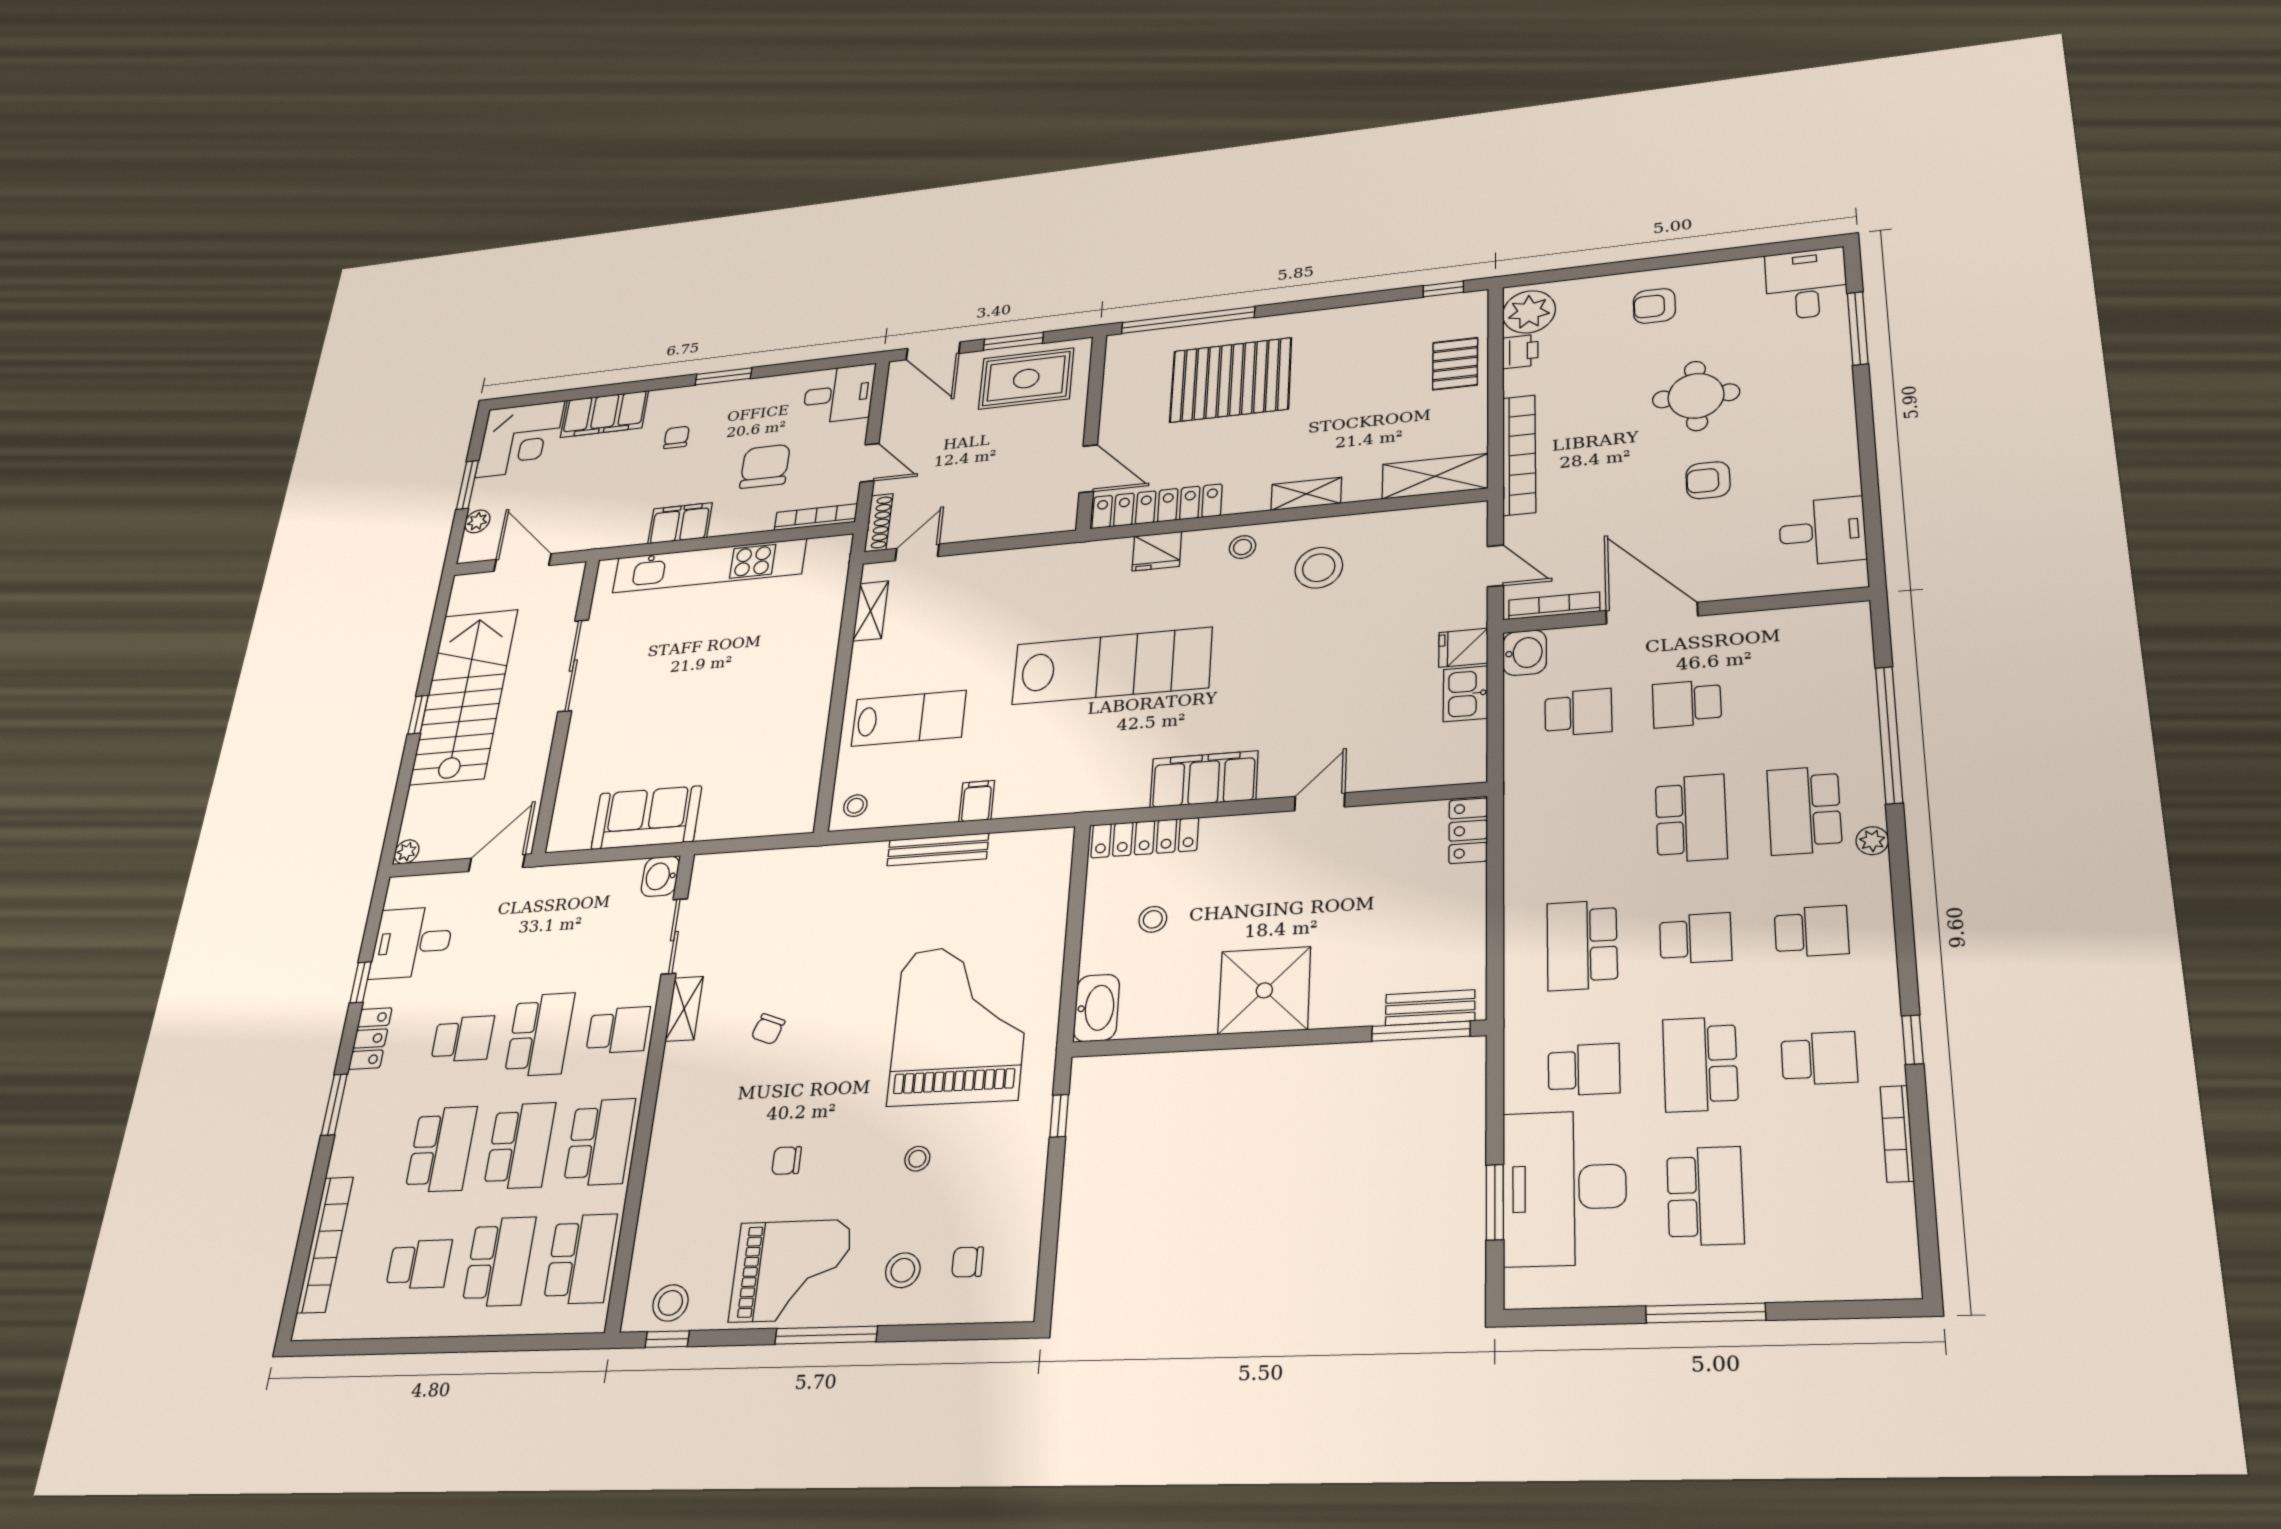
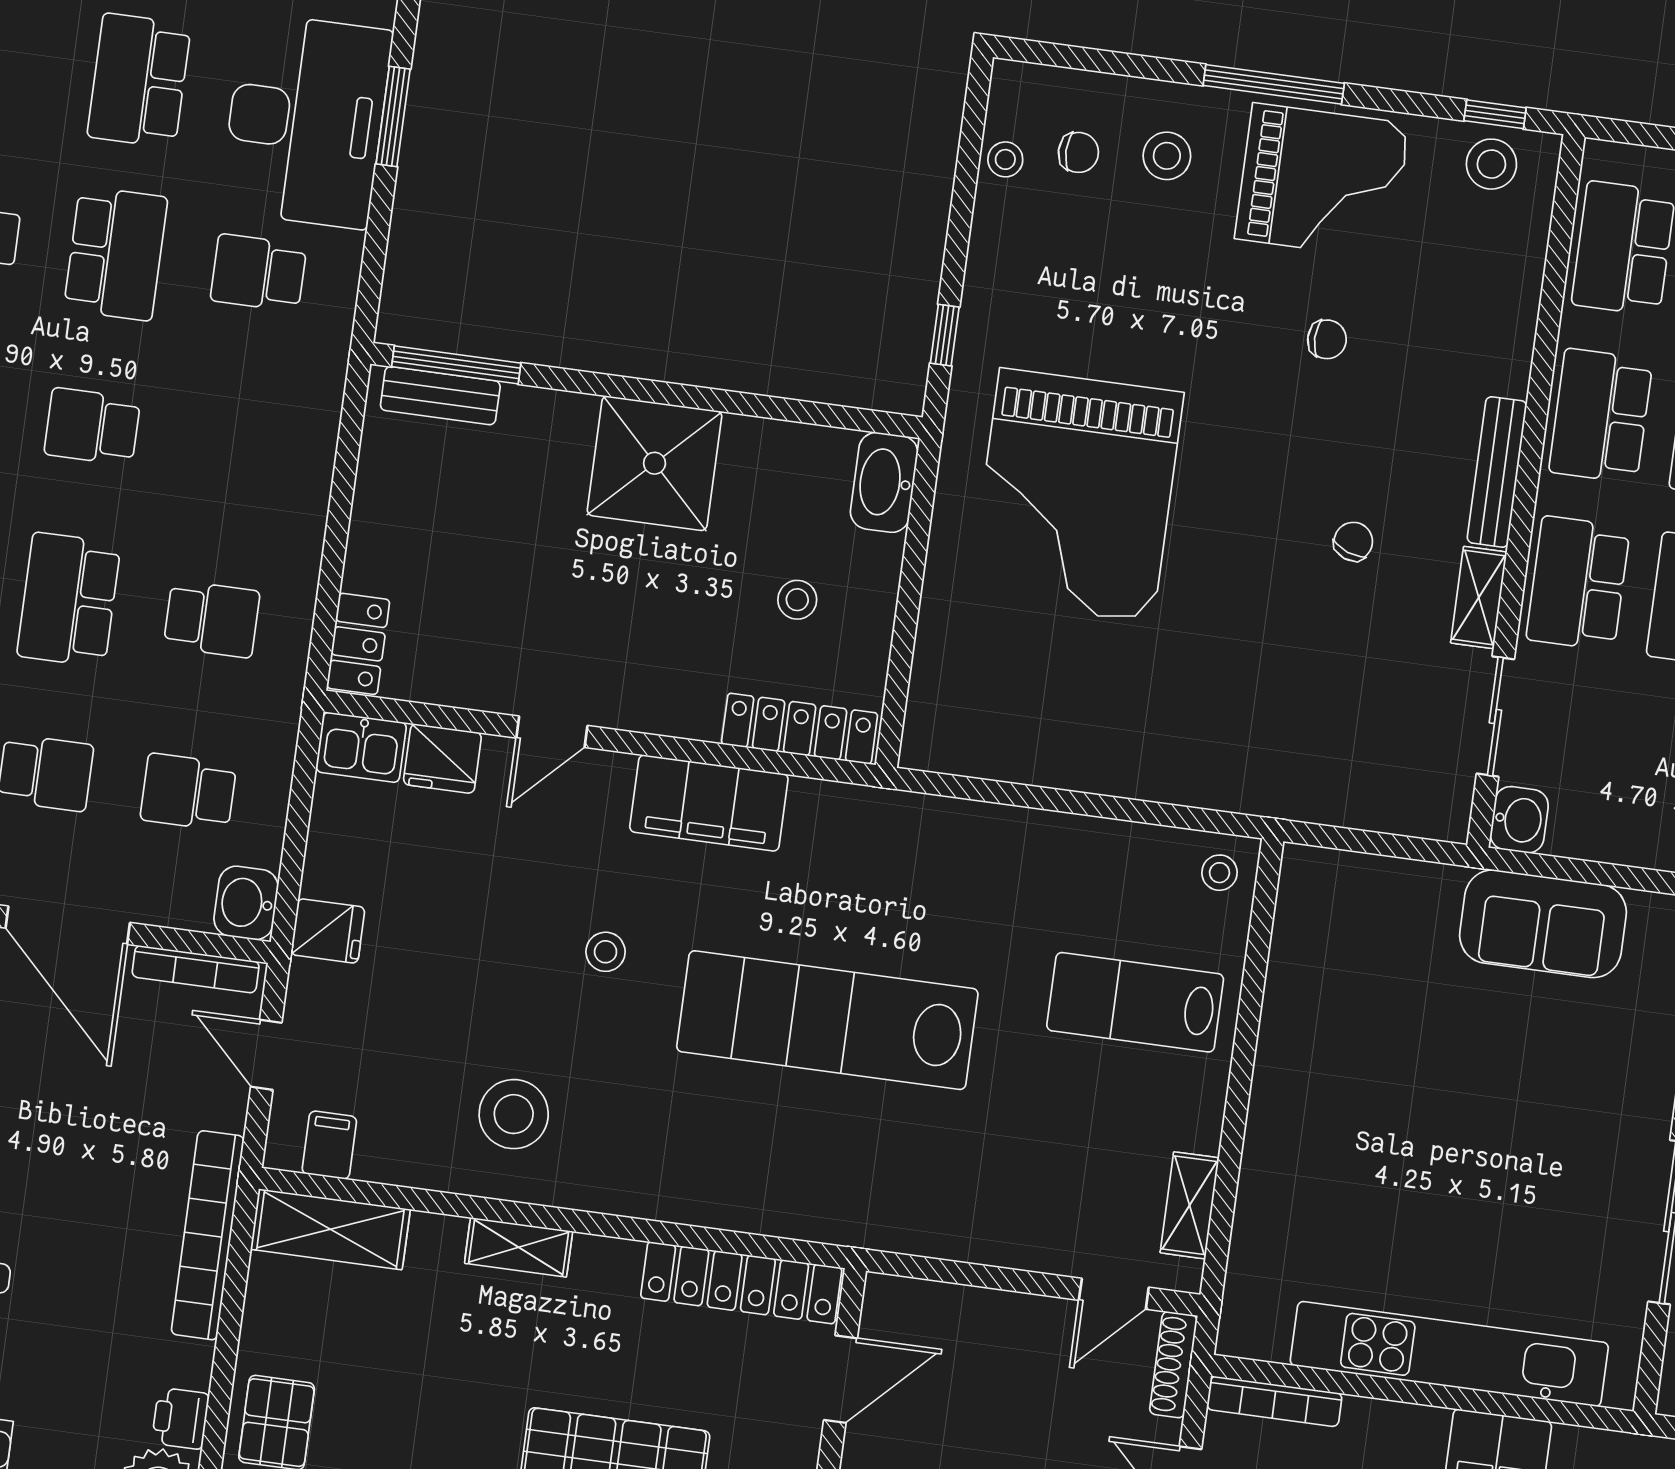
door: (1088, 469) -> (840, 1379), swing flipped
stool: (1243, 547) -> (606, 952), moved
fridge: (1157, 551) -> (442, 759), moved, turned 180
kitchen sink: (1465, 694) -> (361, 747), moved, turned 90
filing cabinet: (977, 801) -> (329, 1145), moved, turned 180
bench: (938, 849) -> (1497, 472), moved, turned 90
school desk: (1582, 945) -> (212, 619), moved, width x0.54
school desk: (618, 1030) -> (1578, 583), width x1.85
stool: (917, 1159) -> (1005, 159), moved
grand piano: (791, 1271) -> (1322, 181), turned 180

